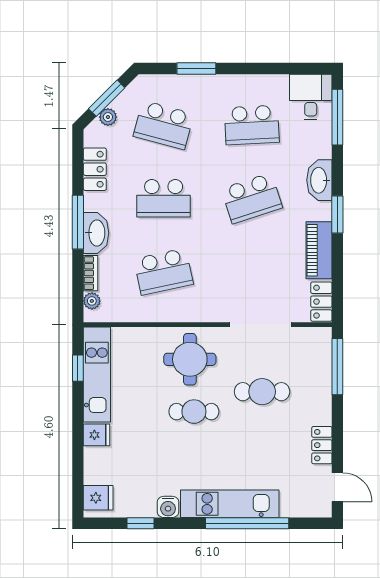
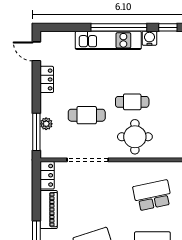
plant: (323, 379) -> (46, 124), added
window: (247, 523) -> (119, 27), moved

